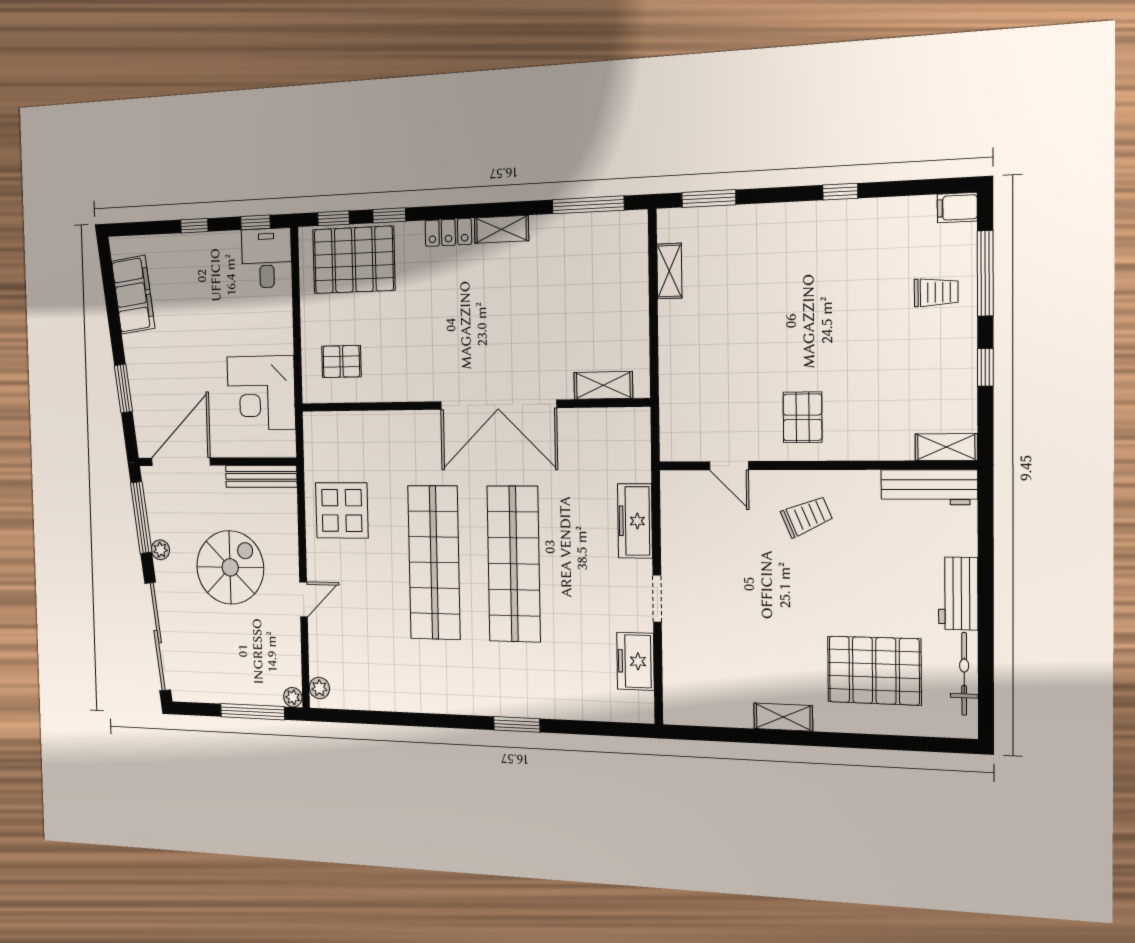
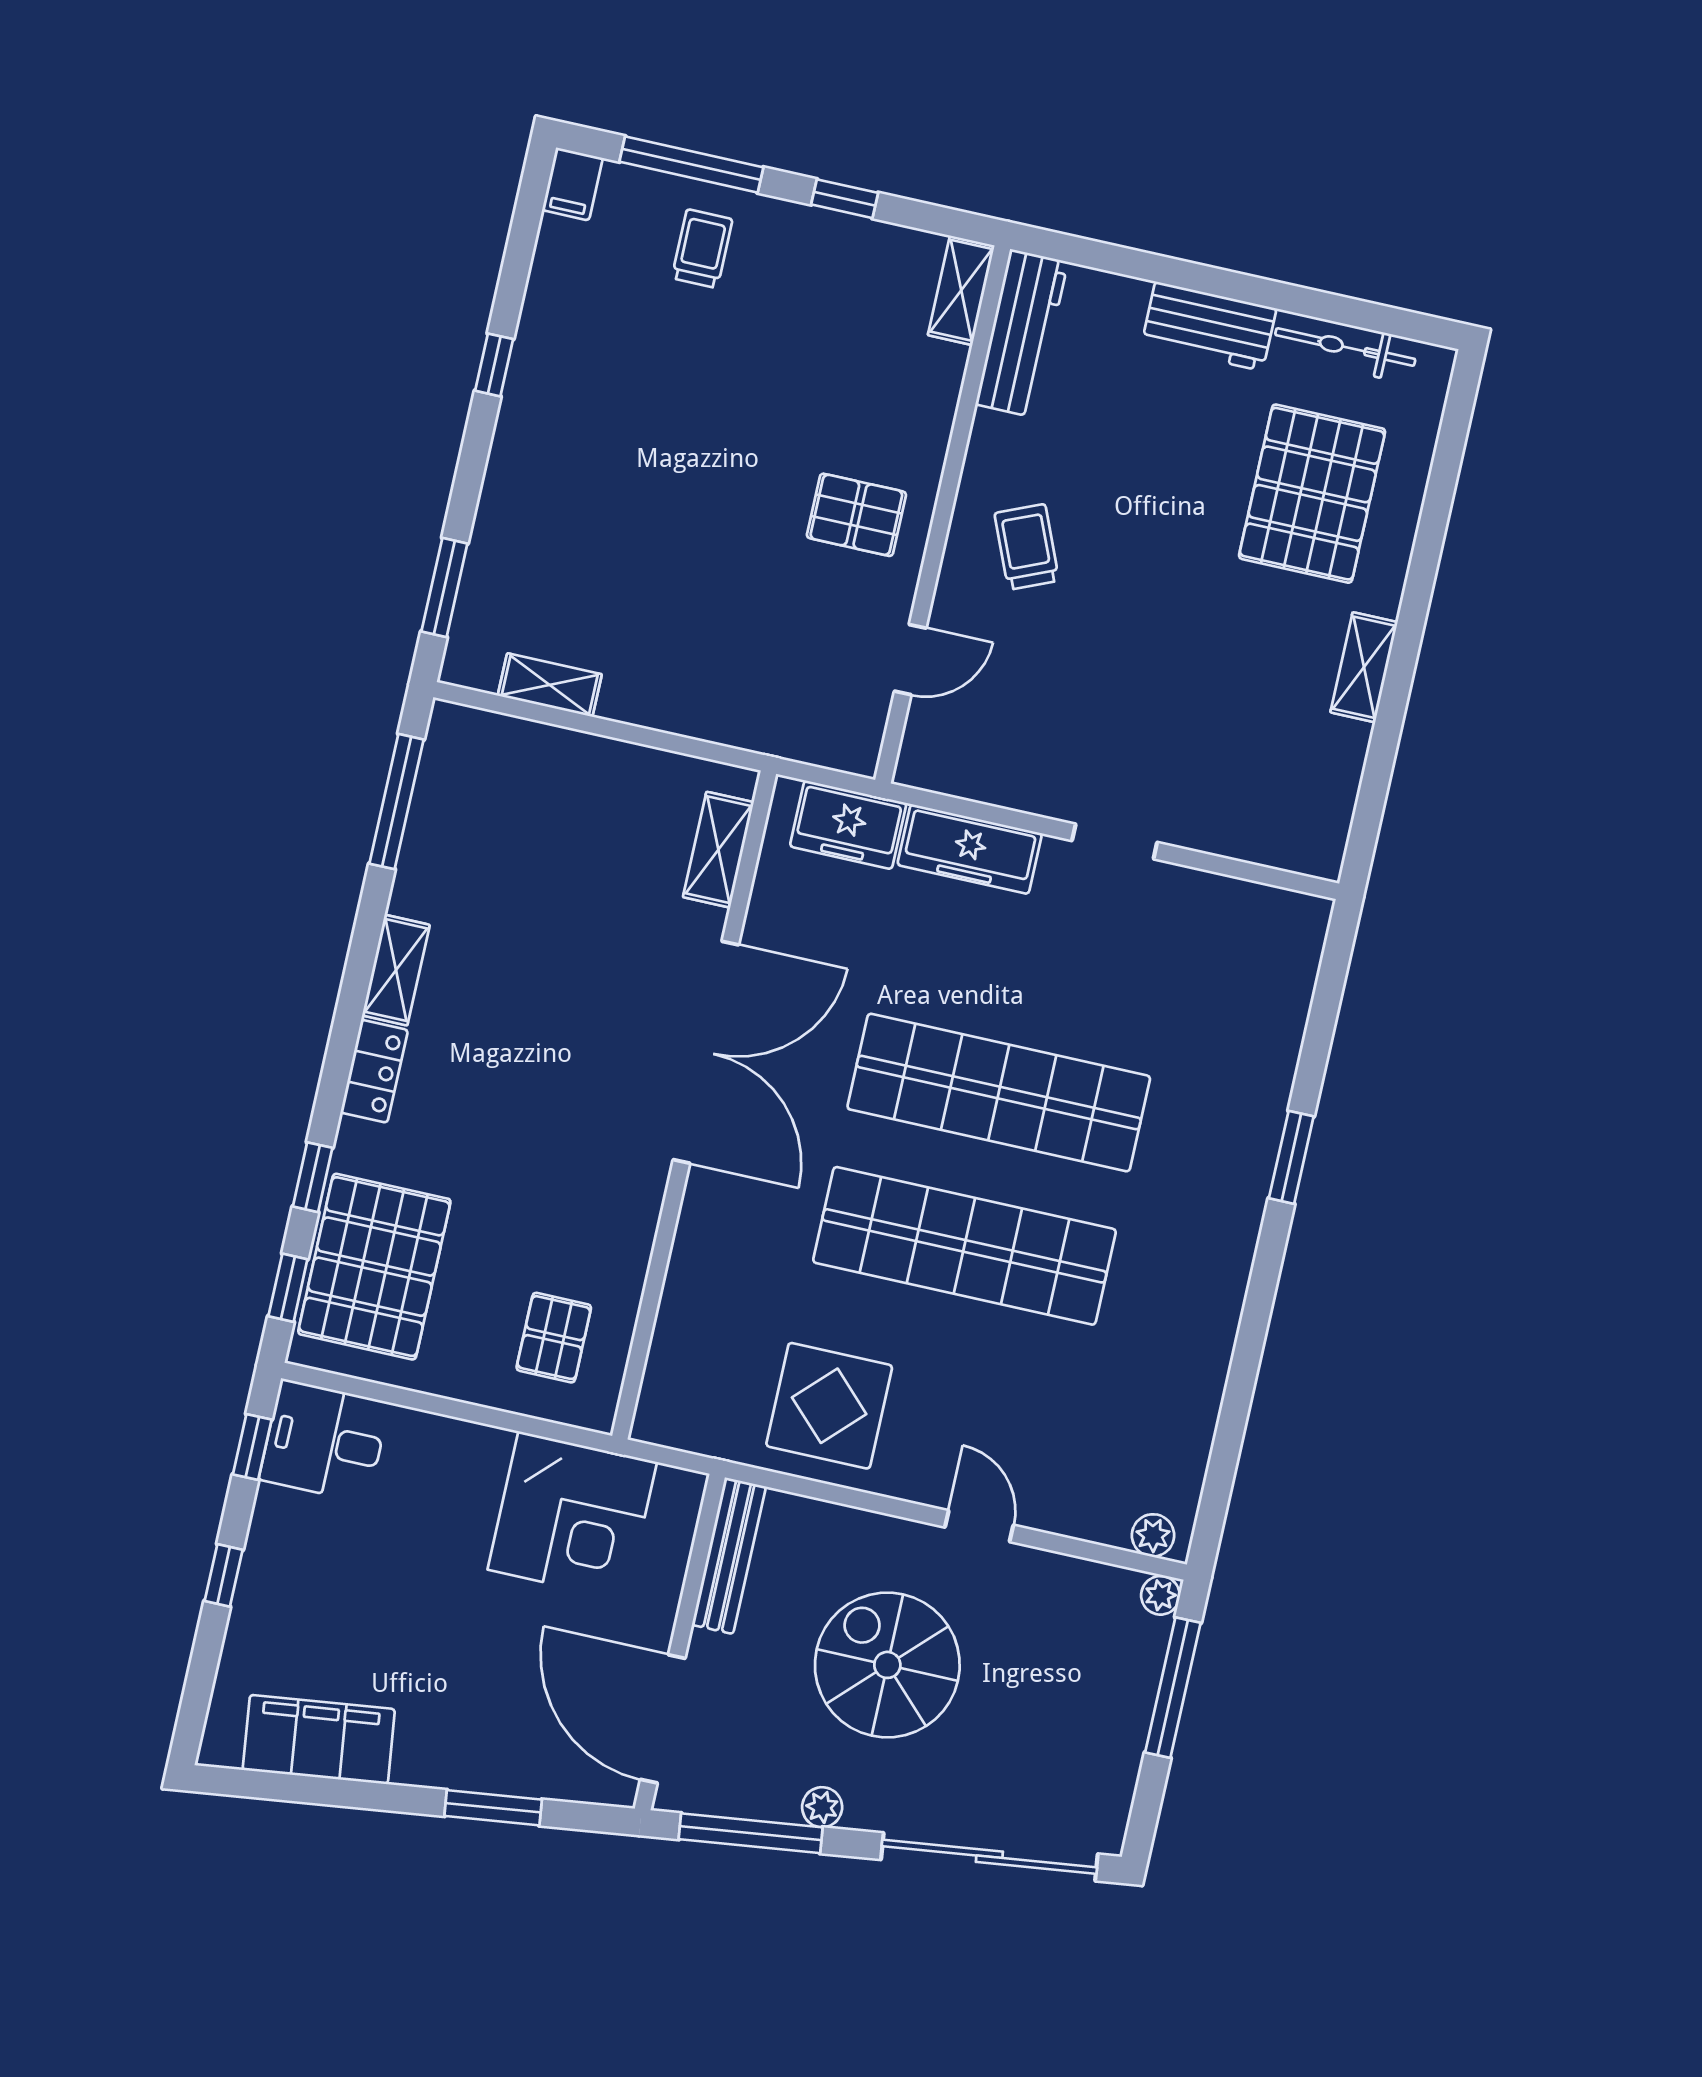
freezer: (635, 661) -> (848, 825), moved

